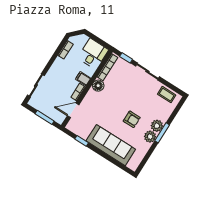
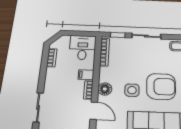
floor lamp: (98, 86) -> (105, 89), moved
door: (73, 110) -> (94, 111), swing flipped
side table: (109, 110) -> (132, 90), added
armchair: (132, 119) -> (161, 86), width x1.88, depth x1.88

